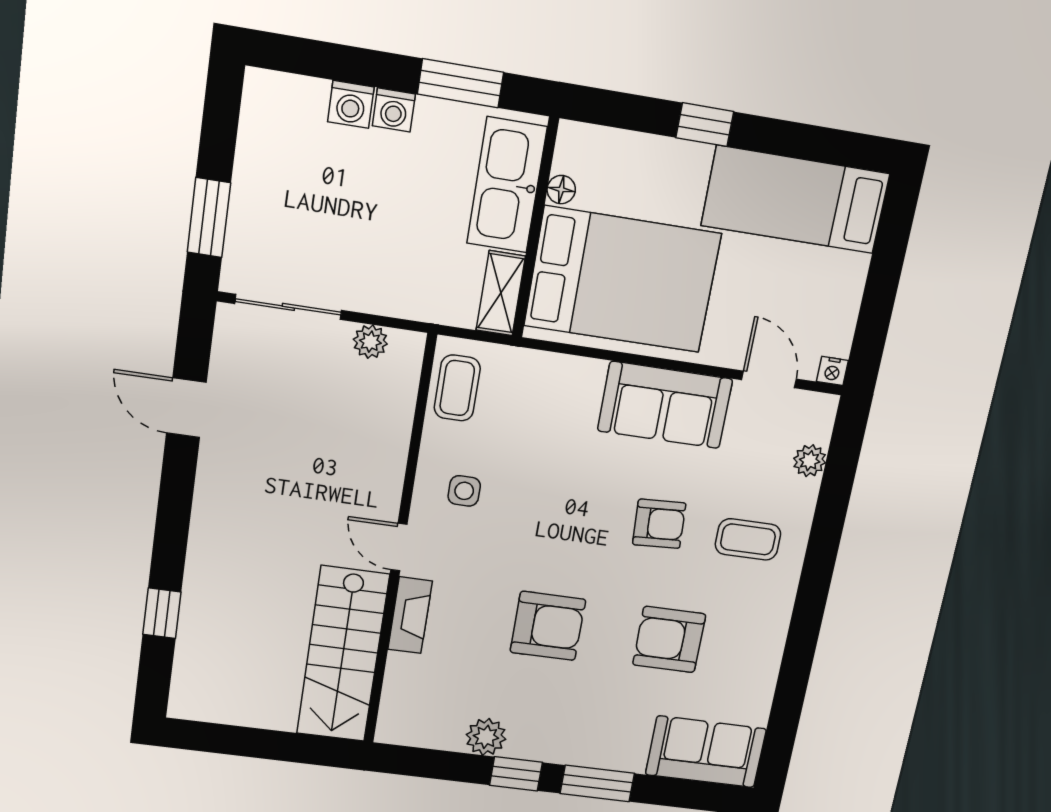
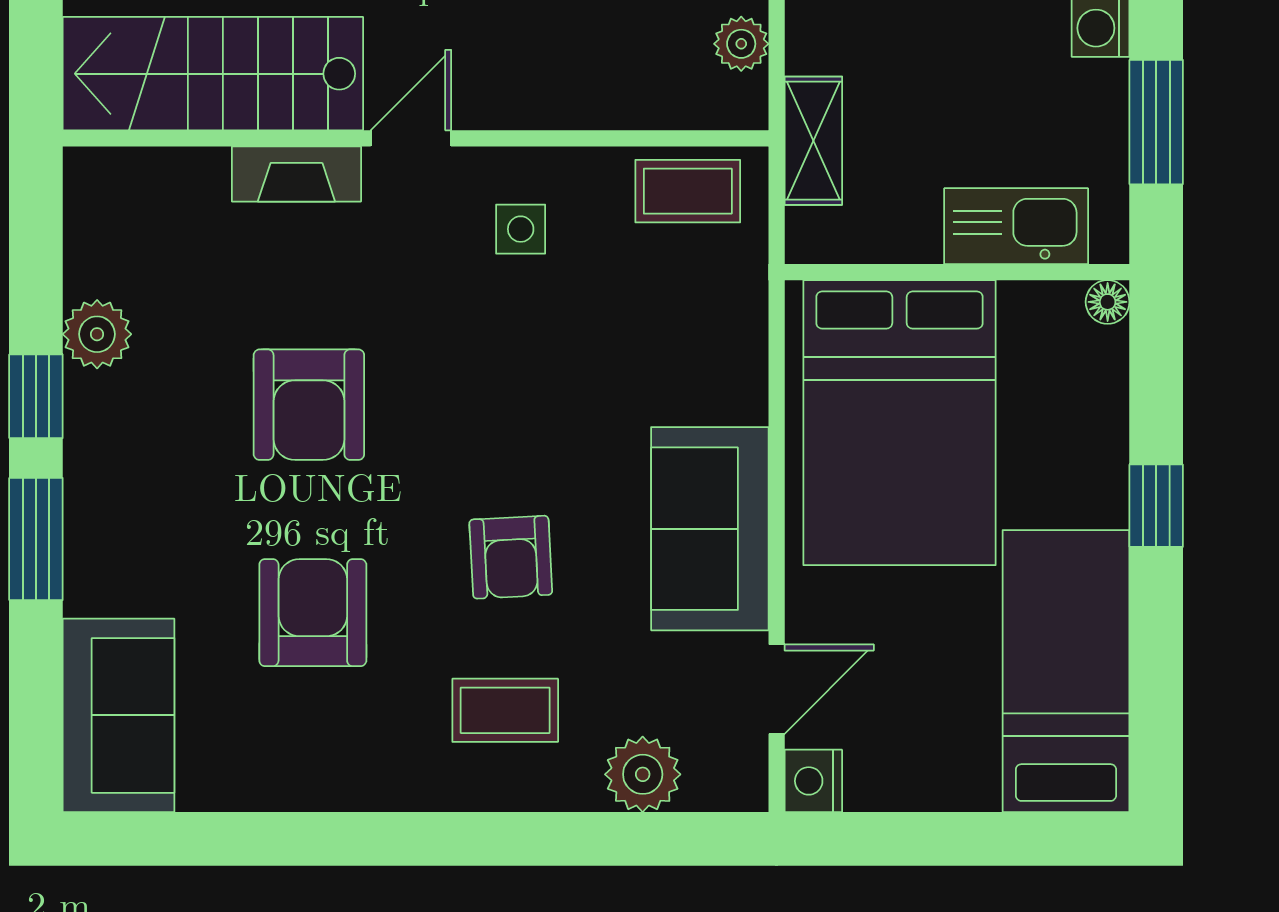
kitchen sink: (507, 185) -> (1016, 226), width x0.73, depth x0.81
floor lamp: (561, 190) -> (1108, 302), moved
shelving: (501, 293) -> (813, 141), moved, turned 90
nightstand: (832, 371) -> (813, 781), width x1.39, depth x1.35
plant: (810, 461) -> (643, 774), width x1.38, depth x1.38
coffee table: (748, 539) -> (505, 710), turned 90

